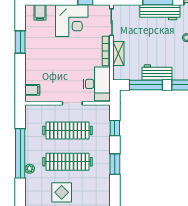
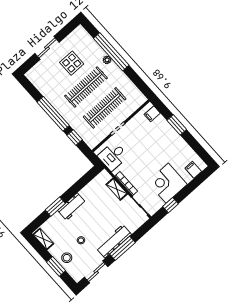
window: (20, 42) -> (177, 125), moved
workbench: (157, 72) -> (72, 207), moved
desk: (97, 84) -> (113, 156), width x0.73
window: (146, 85) -> (80, 185), removed
window: (20, 153) -> (111, 52), moved
window: (115, 164) -> (53, 114), width x2.11

